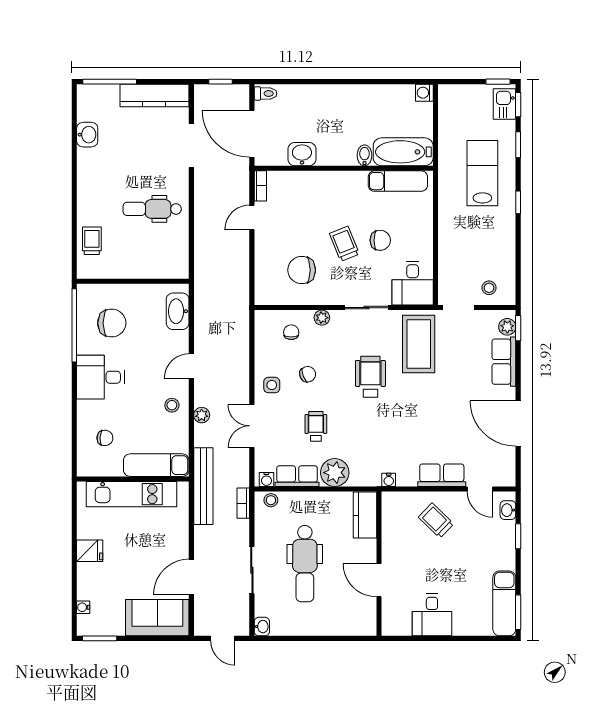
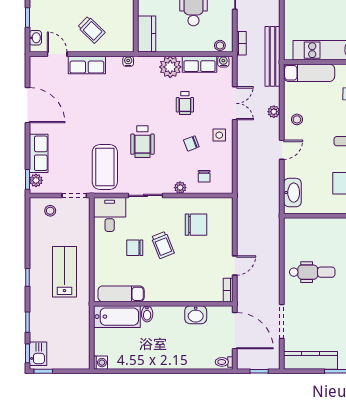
lab bench: (482, 173) -> (64, 272), moved, turned 180

